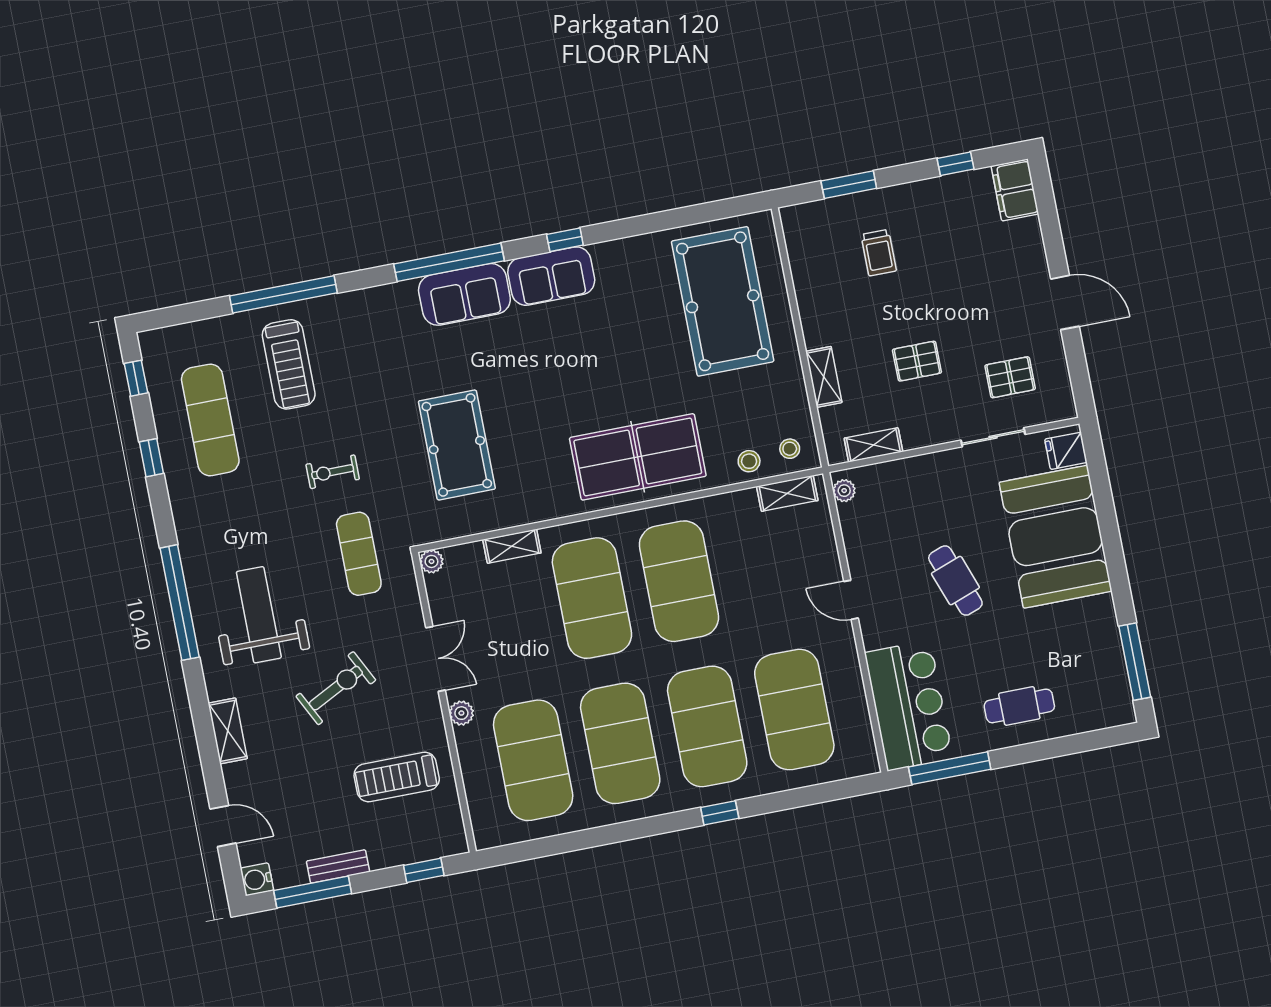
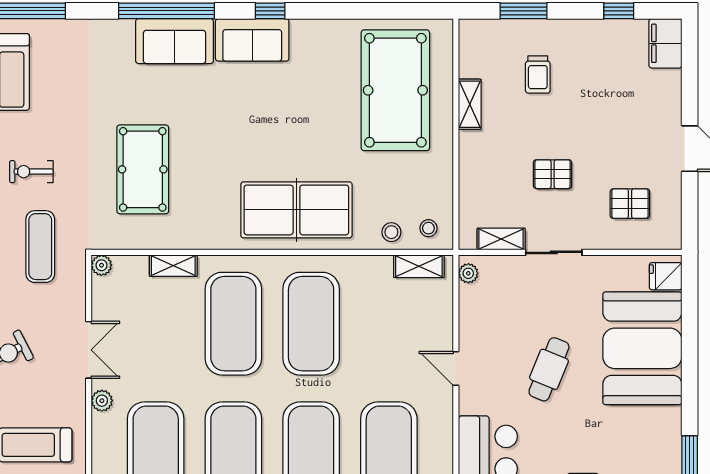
shelving: (824, 377) -> (470, 104), moved
sliding door: (993, 437) -> (554, 252), moved
cafe table: (955, 581) -> (549, 369), turned 42

